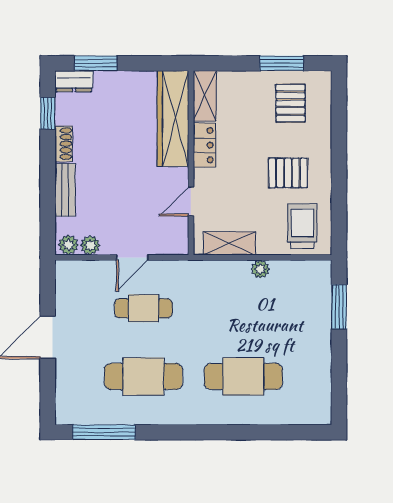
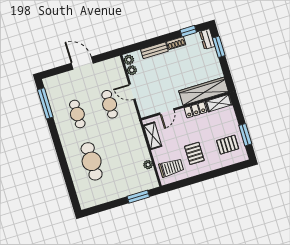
door: (191, 201) -> (167, 112), swing flipped
plant: (260, 269) -> (148, 165), moved
cafe table: (143, 376) -> (77, 114), width x0.73, depth x0.74

